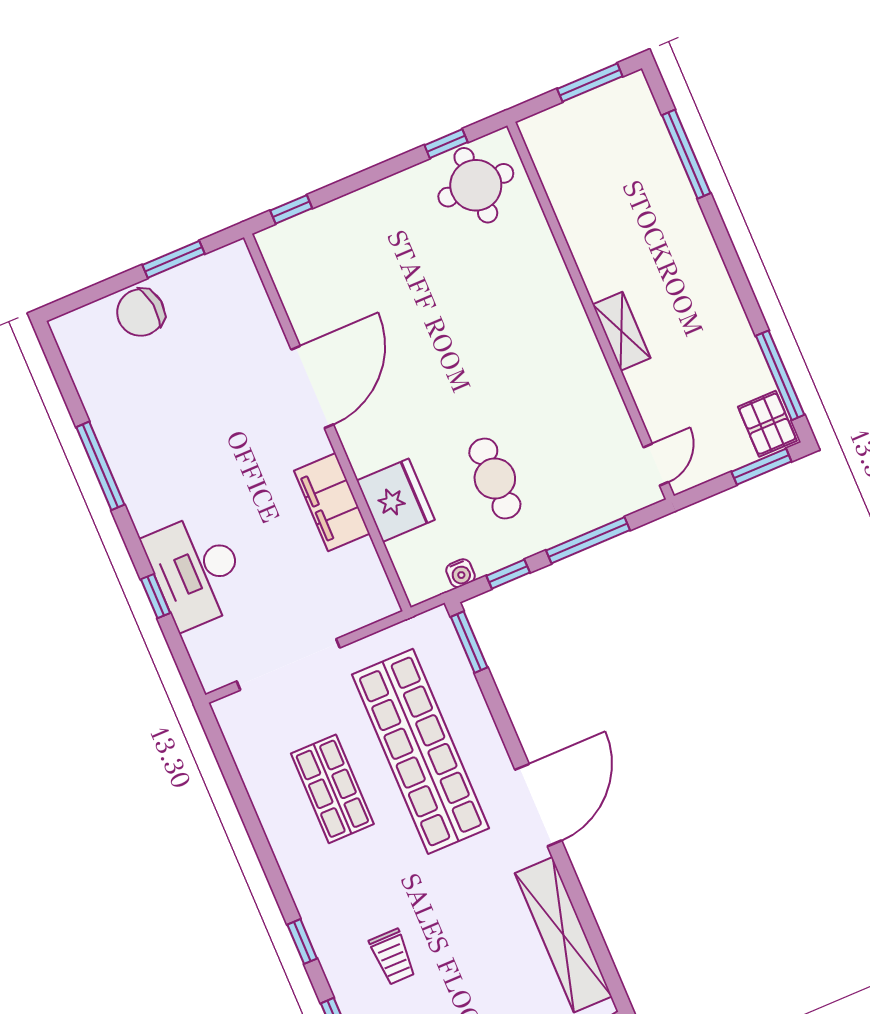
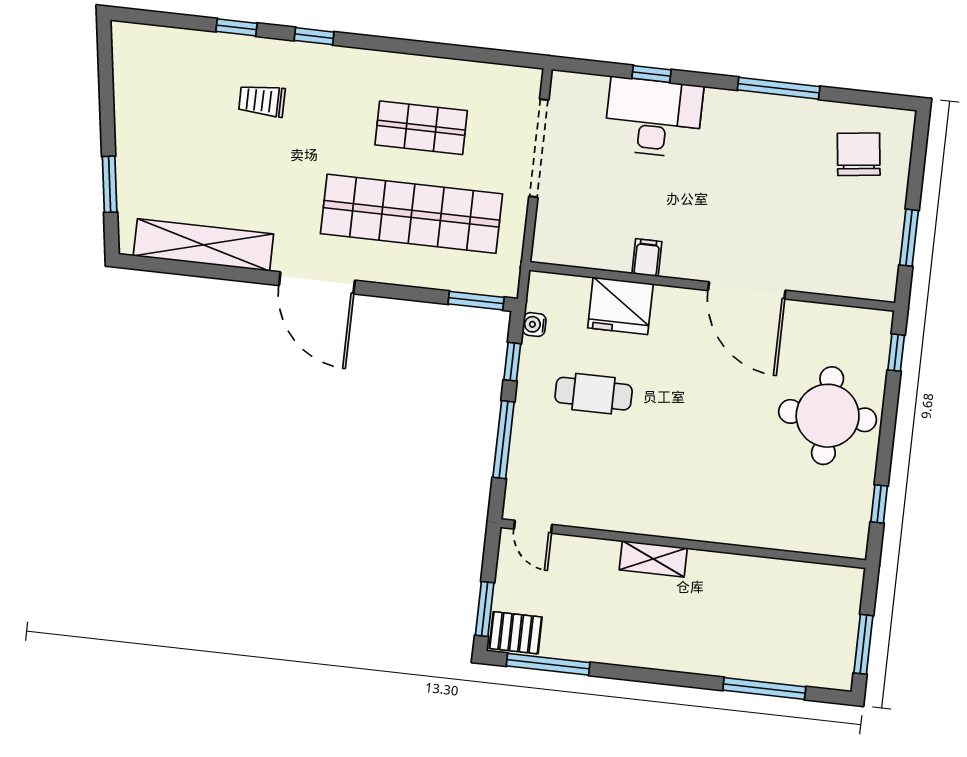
round table: (476, 185) -> (828, 416), moved, width x1.36, depth x1.36
chair: (141, 312) -> (859, 154), moved
filing cabinet: (332, 502) -> (647, 258), width x0.33, depth x0.86

